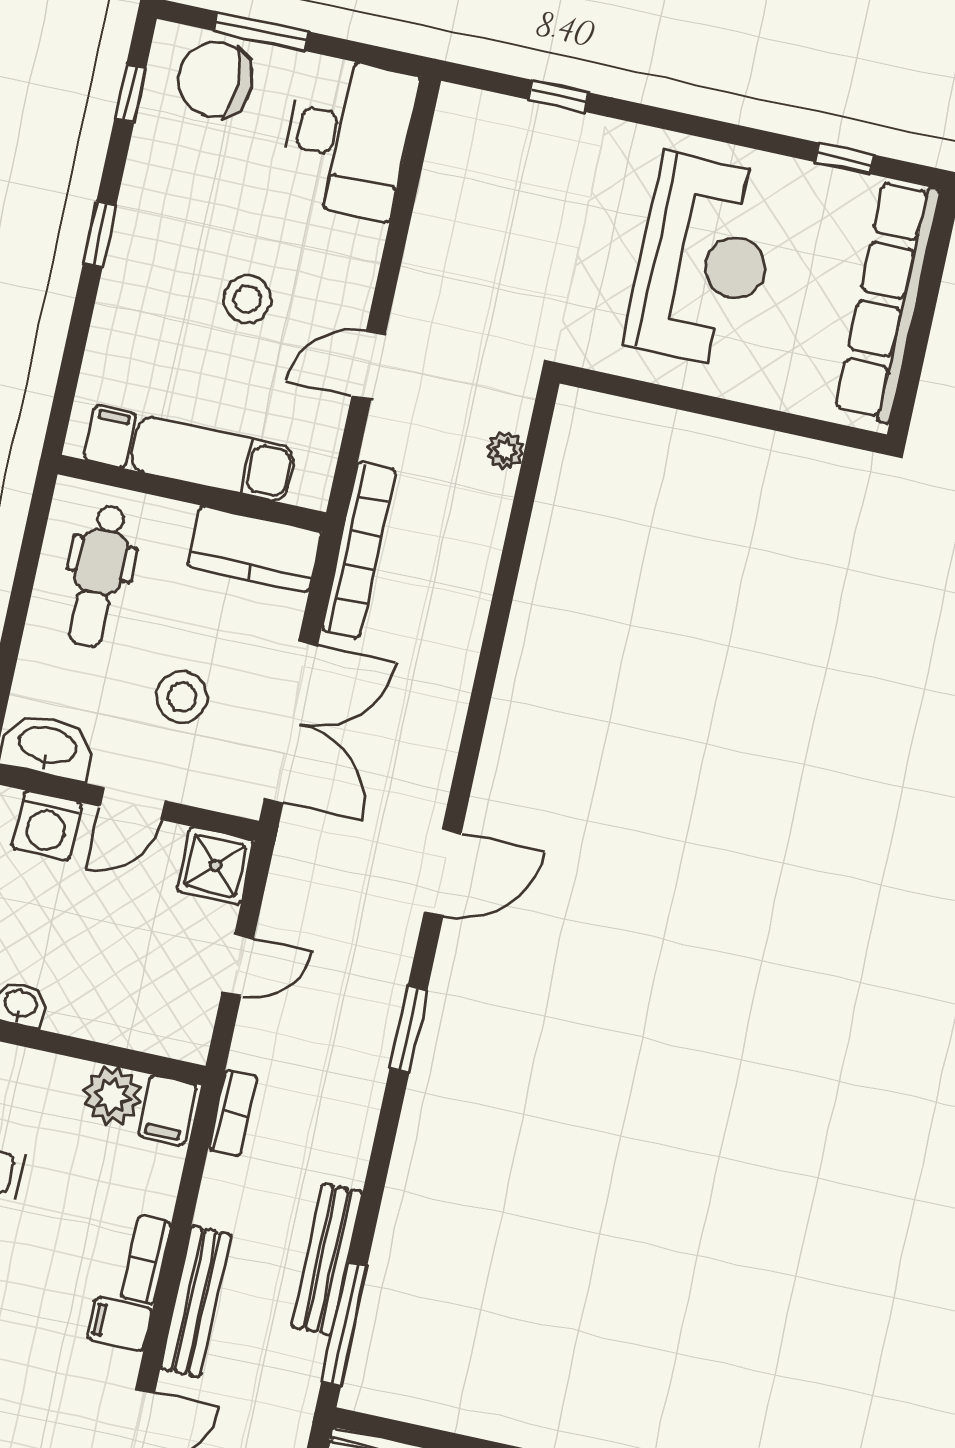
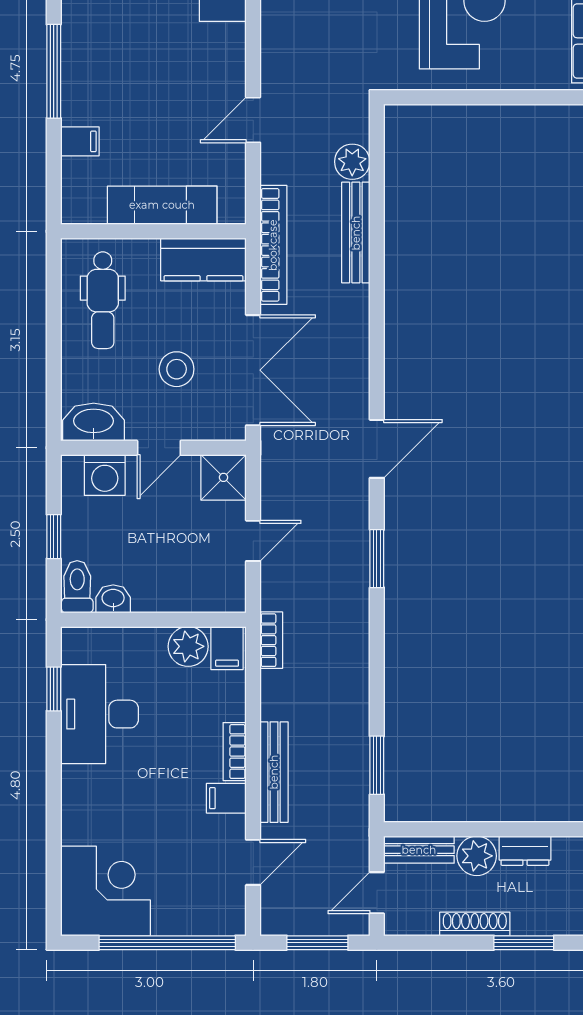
window: (100, 234) -> (54, 71), width x2.17
stool: (247, 299) -> (162, 93), removed
filing cabinet: (110, 436) -> (80, 141), moved, turned 90
plant: (505, 451) -> (352, 162), width x1.38, depth x1.38
bench: (327, 1259) -> (356, 233), moved
window: (344, 1324) -> (377, 765), width x0.69

